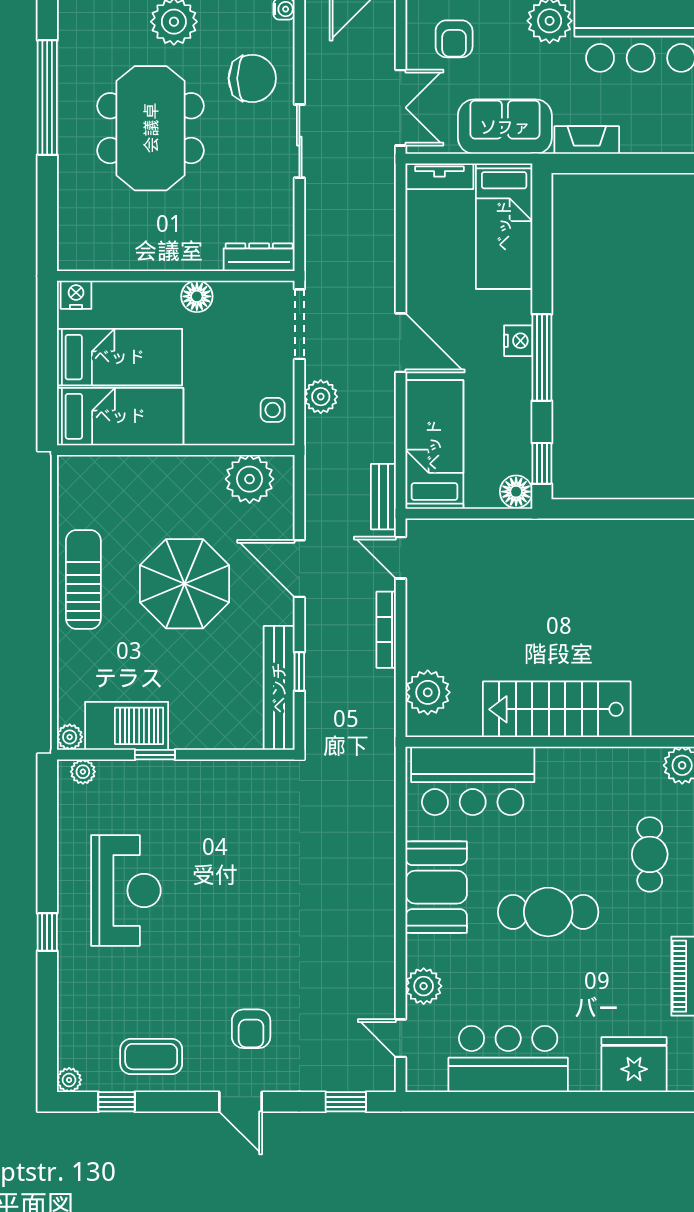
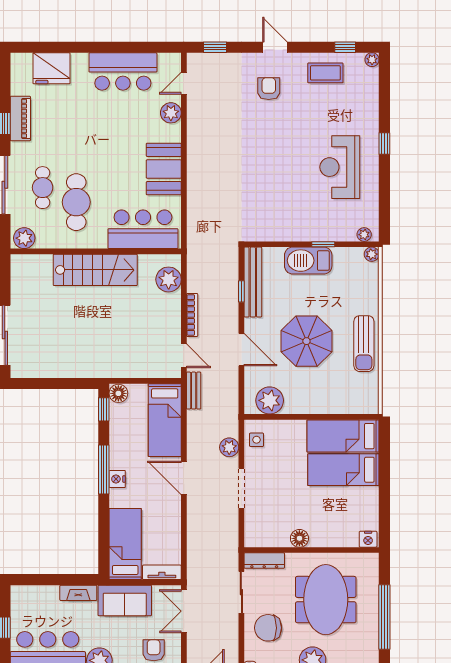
dresser: (259, 257) -> (264, 561), moved
wall: (176, 276) -> (312, 550), moved
nightstand: (76, 295) -> (368, 539), moved
floor lamp: (197, 296) -> (299, 538), moved
barbecue: (127, 726) -> (308, 261), moved
cafe table: (548, 912) -> (76, 202), moved, turned 90
door: (401, 1038) -> (184, 83), swing flipped

